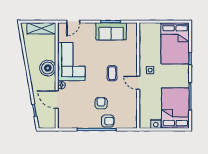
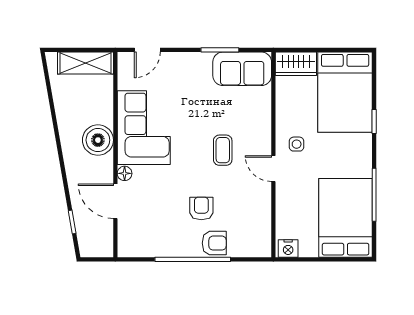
wardrobe: (150, 29) -> (296, 64), added
sofa: (111, 31) -> (242, 69), moved
nightstand: (156, 124) -> (288, 248), moved

